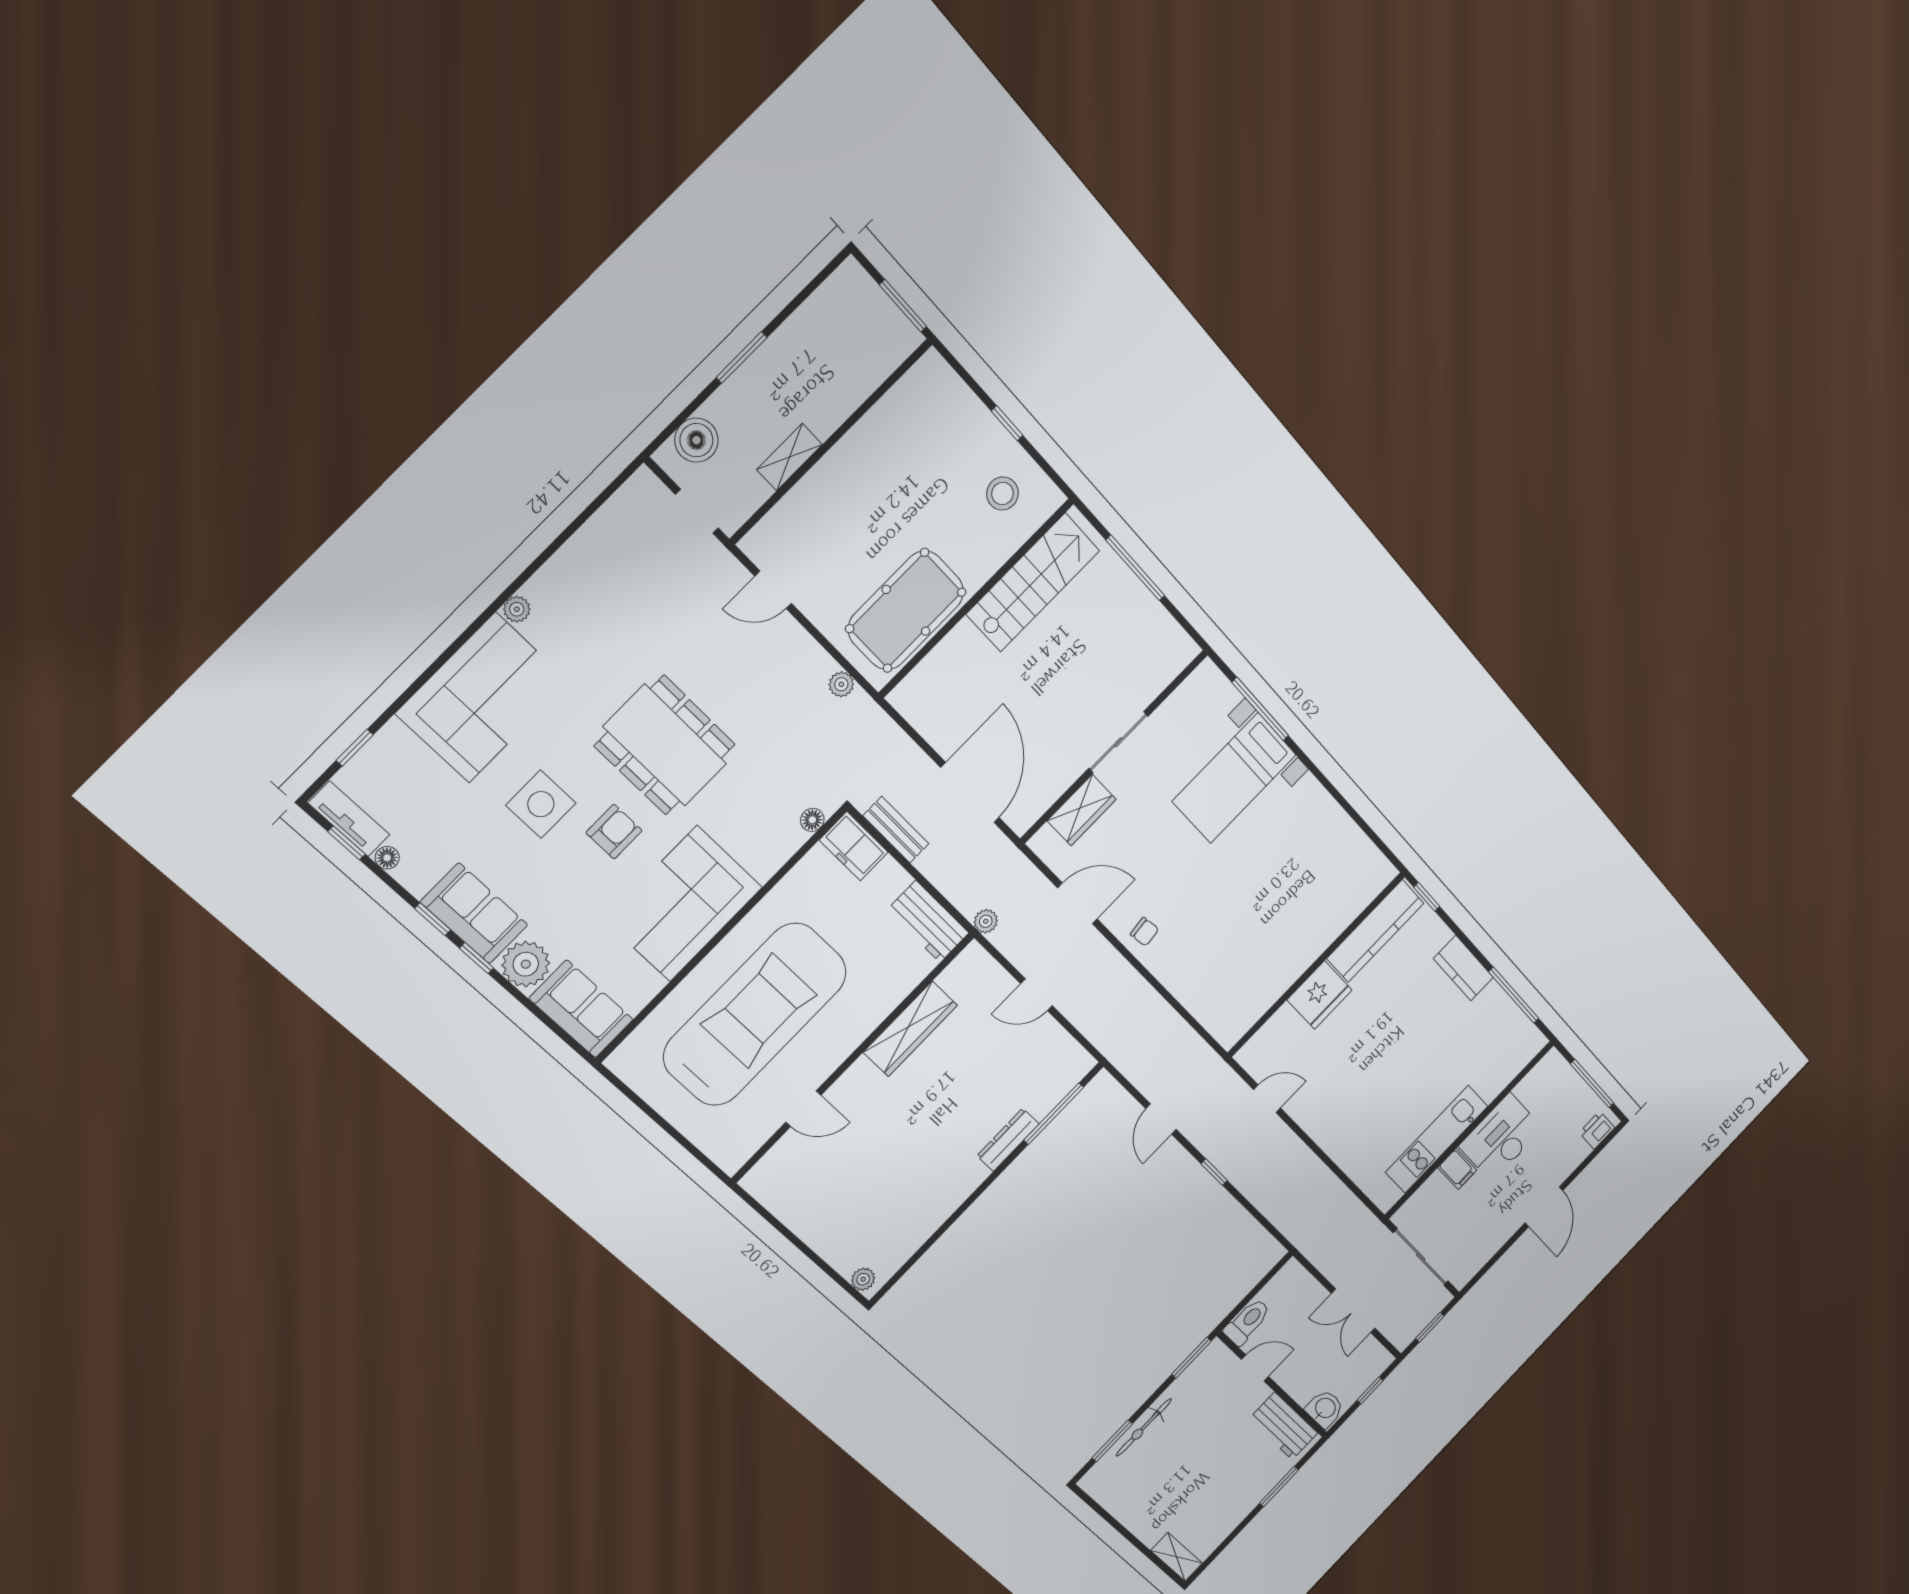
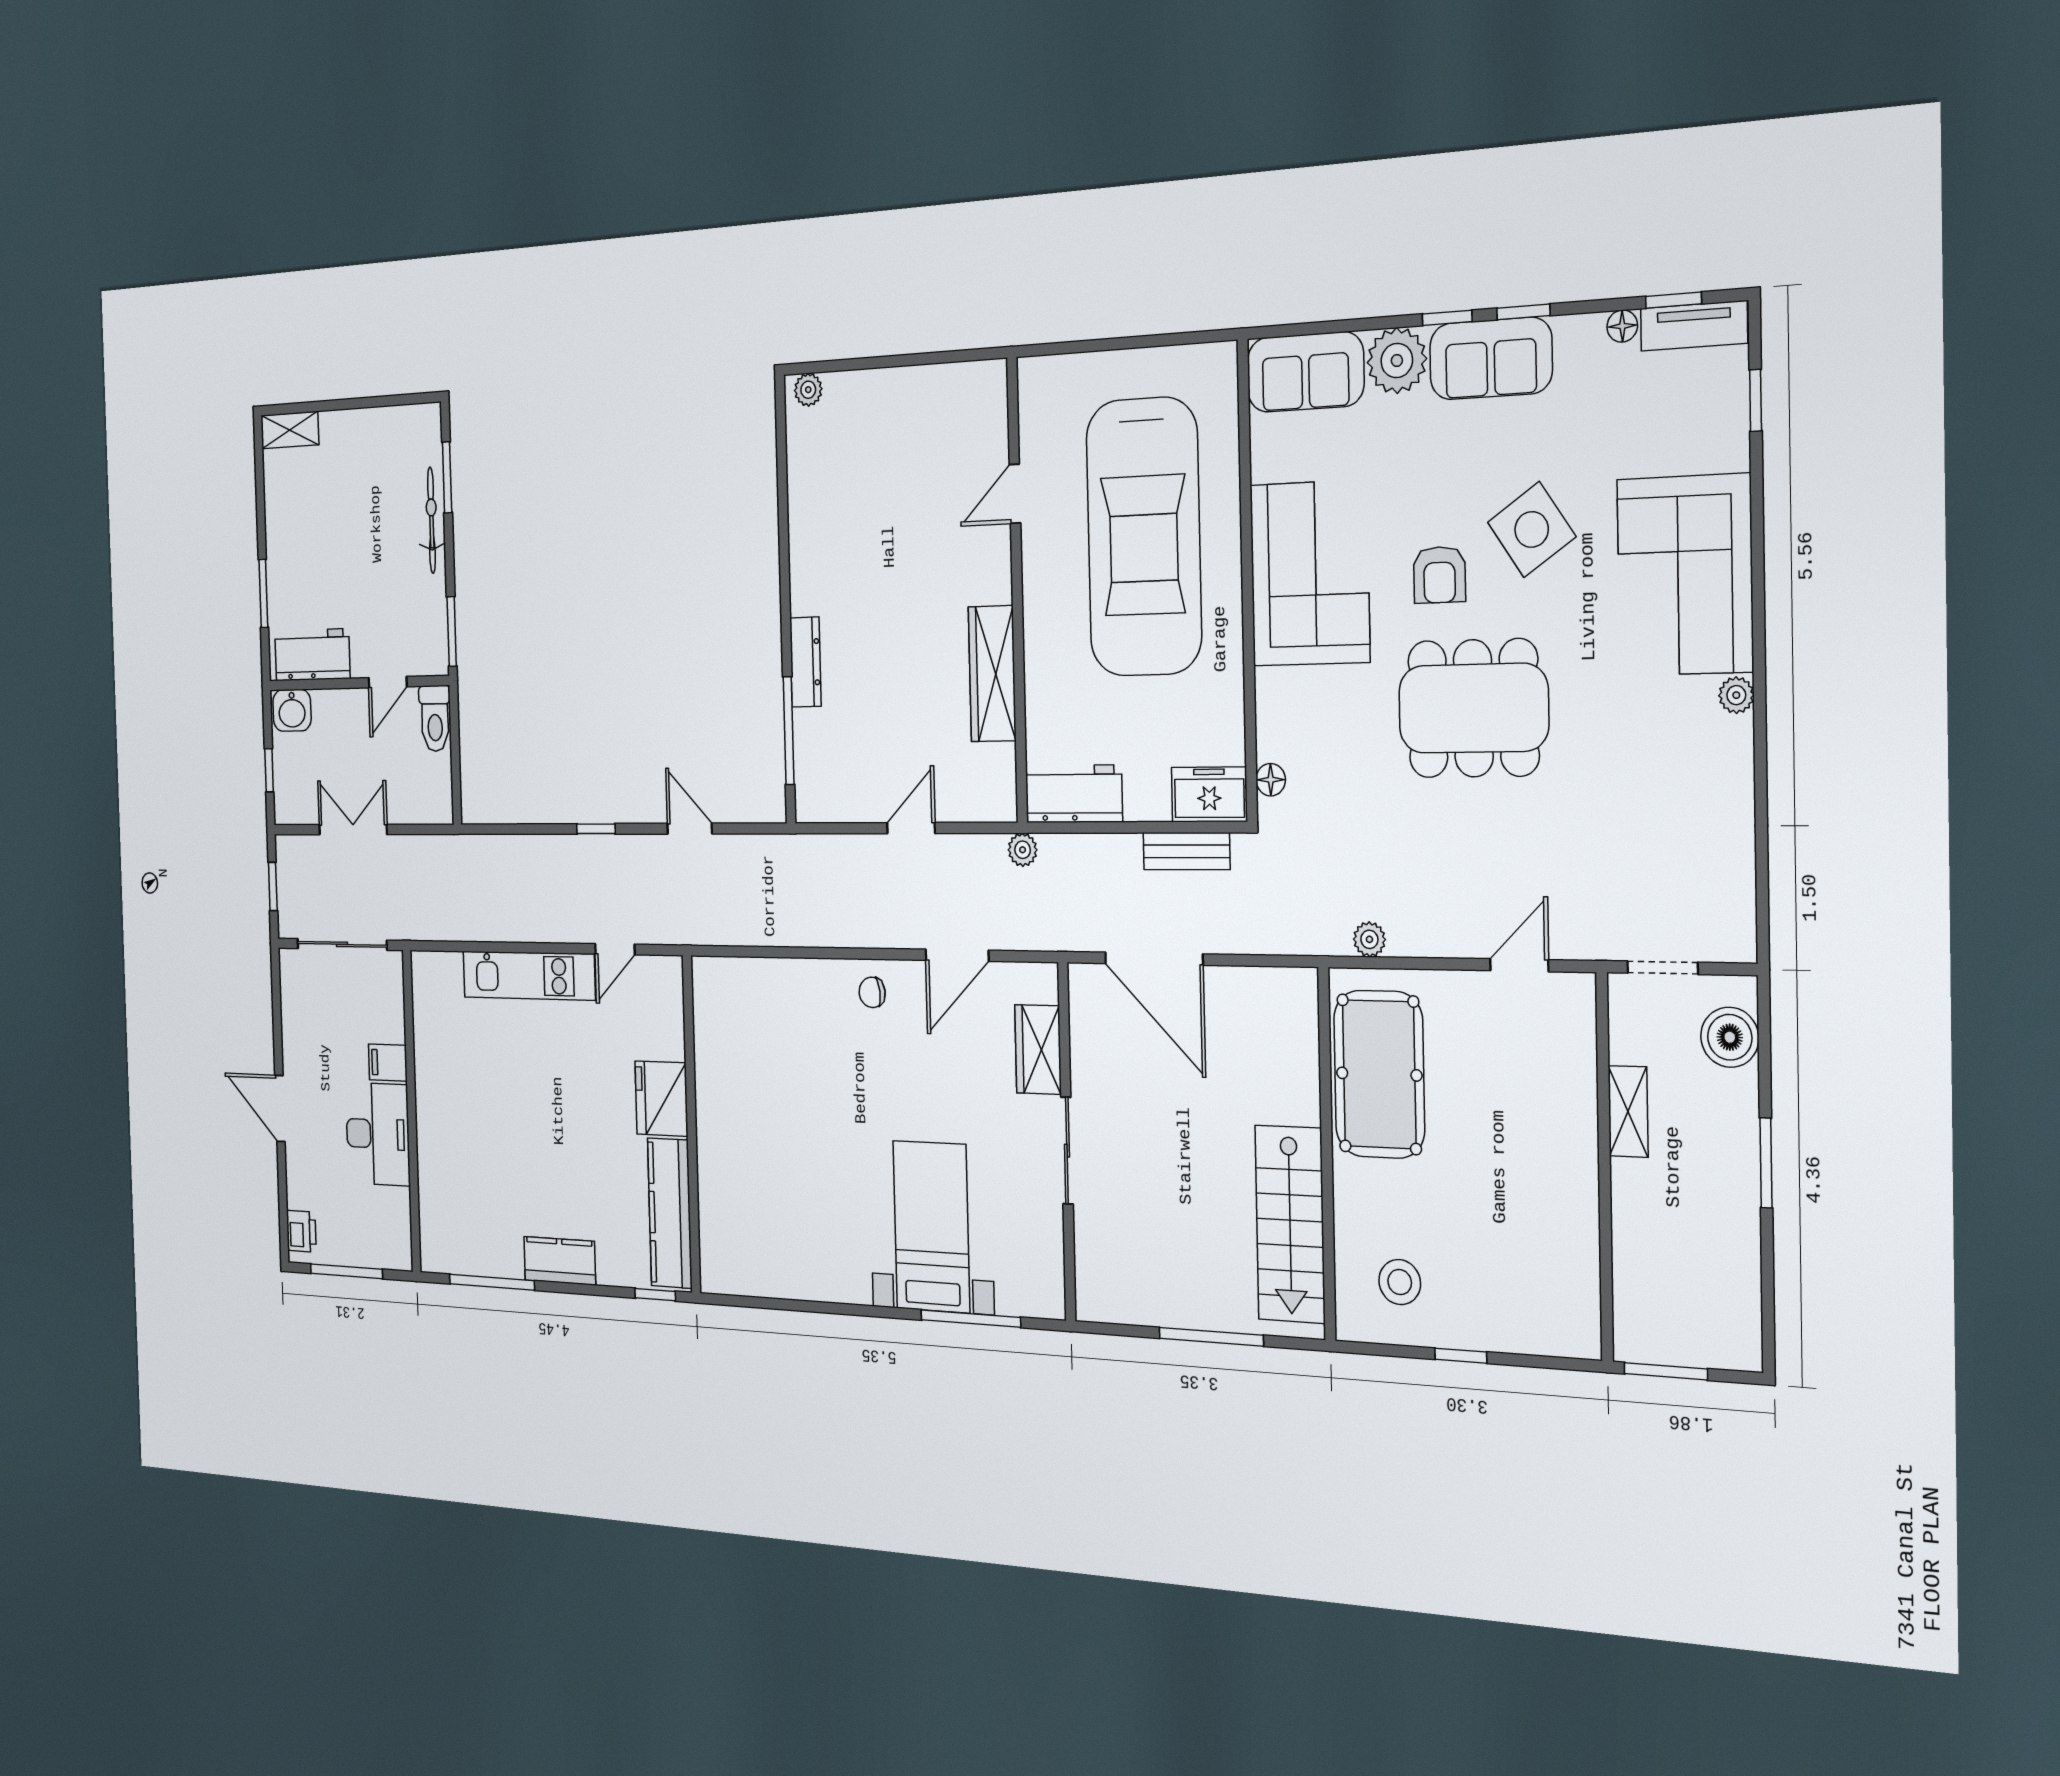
side table: (541, 804) -> (1532, 529), turned -34
kitchen unit: (1437, 1139) -> (529, 976), moved, turned 90

